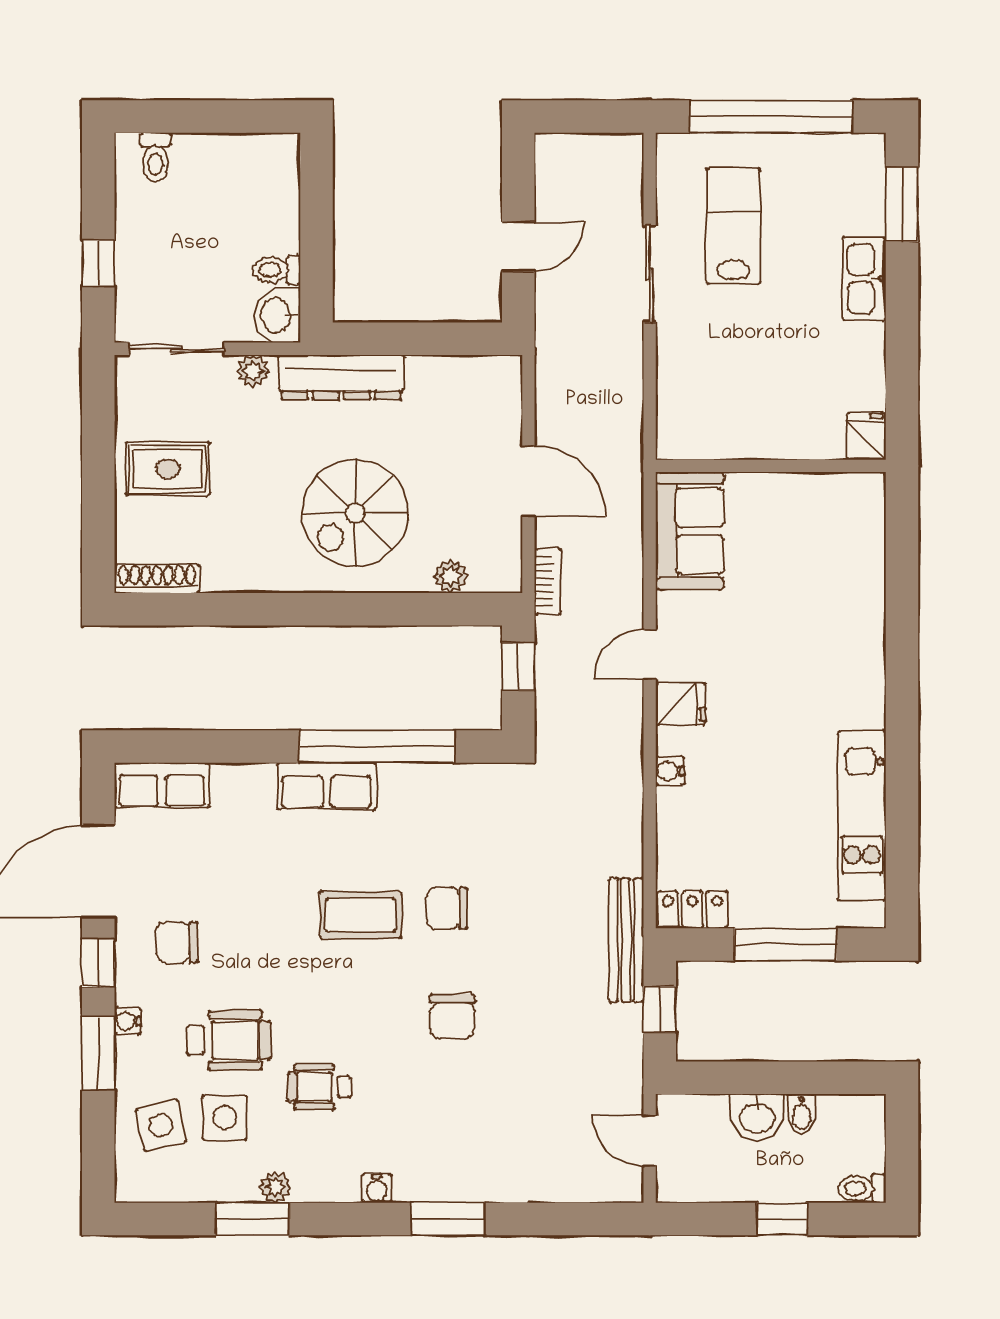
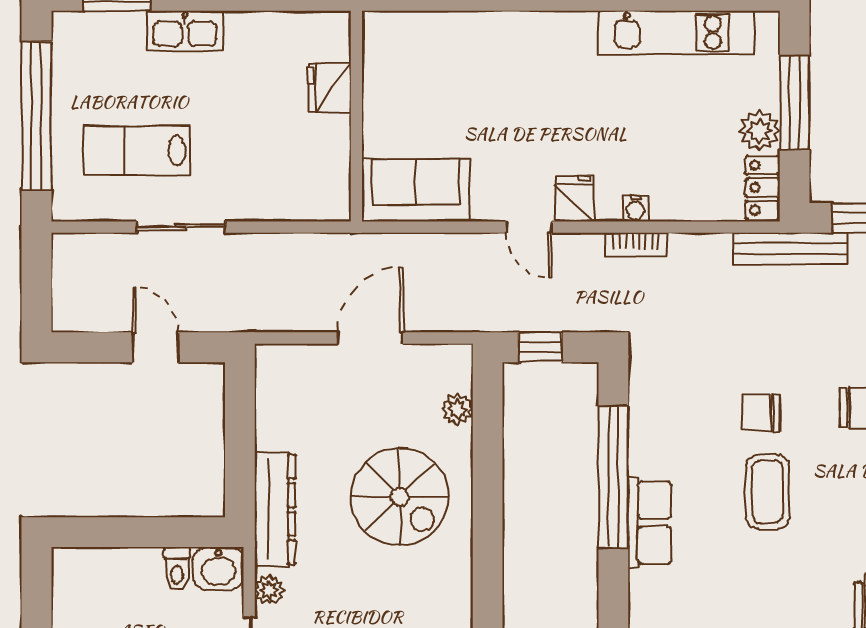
fridge: (866, 437) -> (329, 88), moved, width x1.38
bookcase: (548, 581) -> (636, 245), moved, turned 180
plant: (755, 906) -> (759, 131), added
chair: (447, 908) -> (761, 413), turned 90

